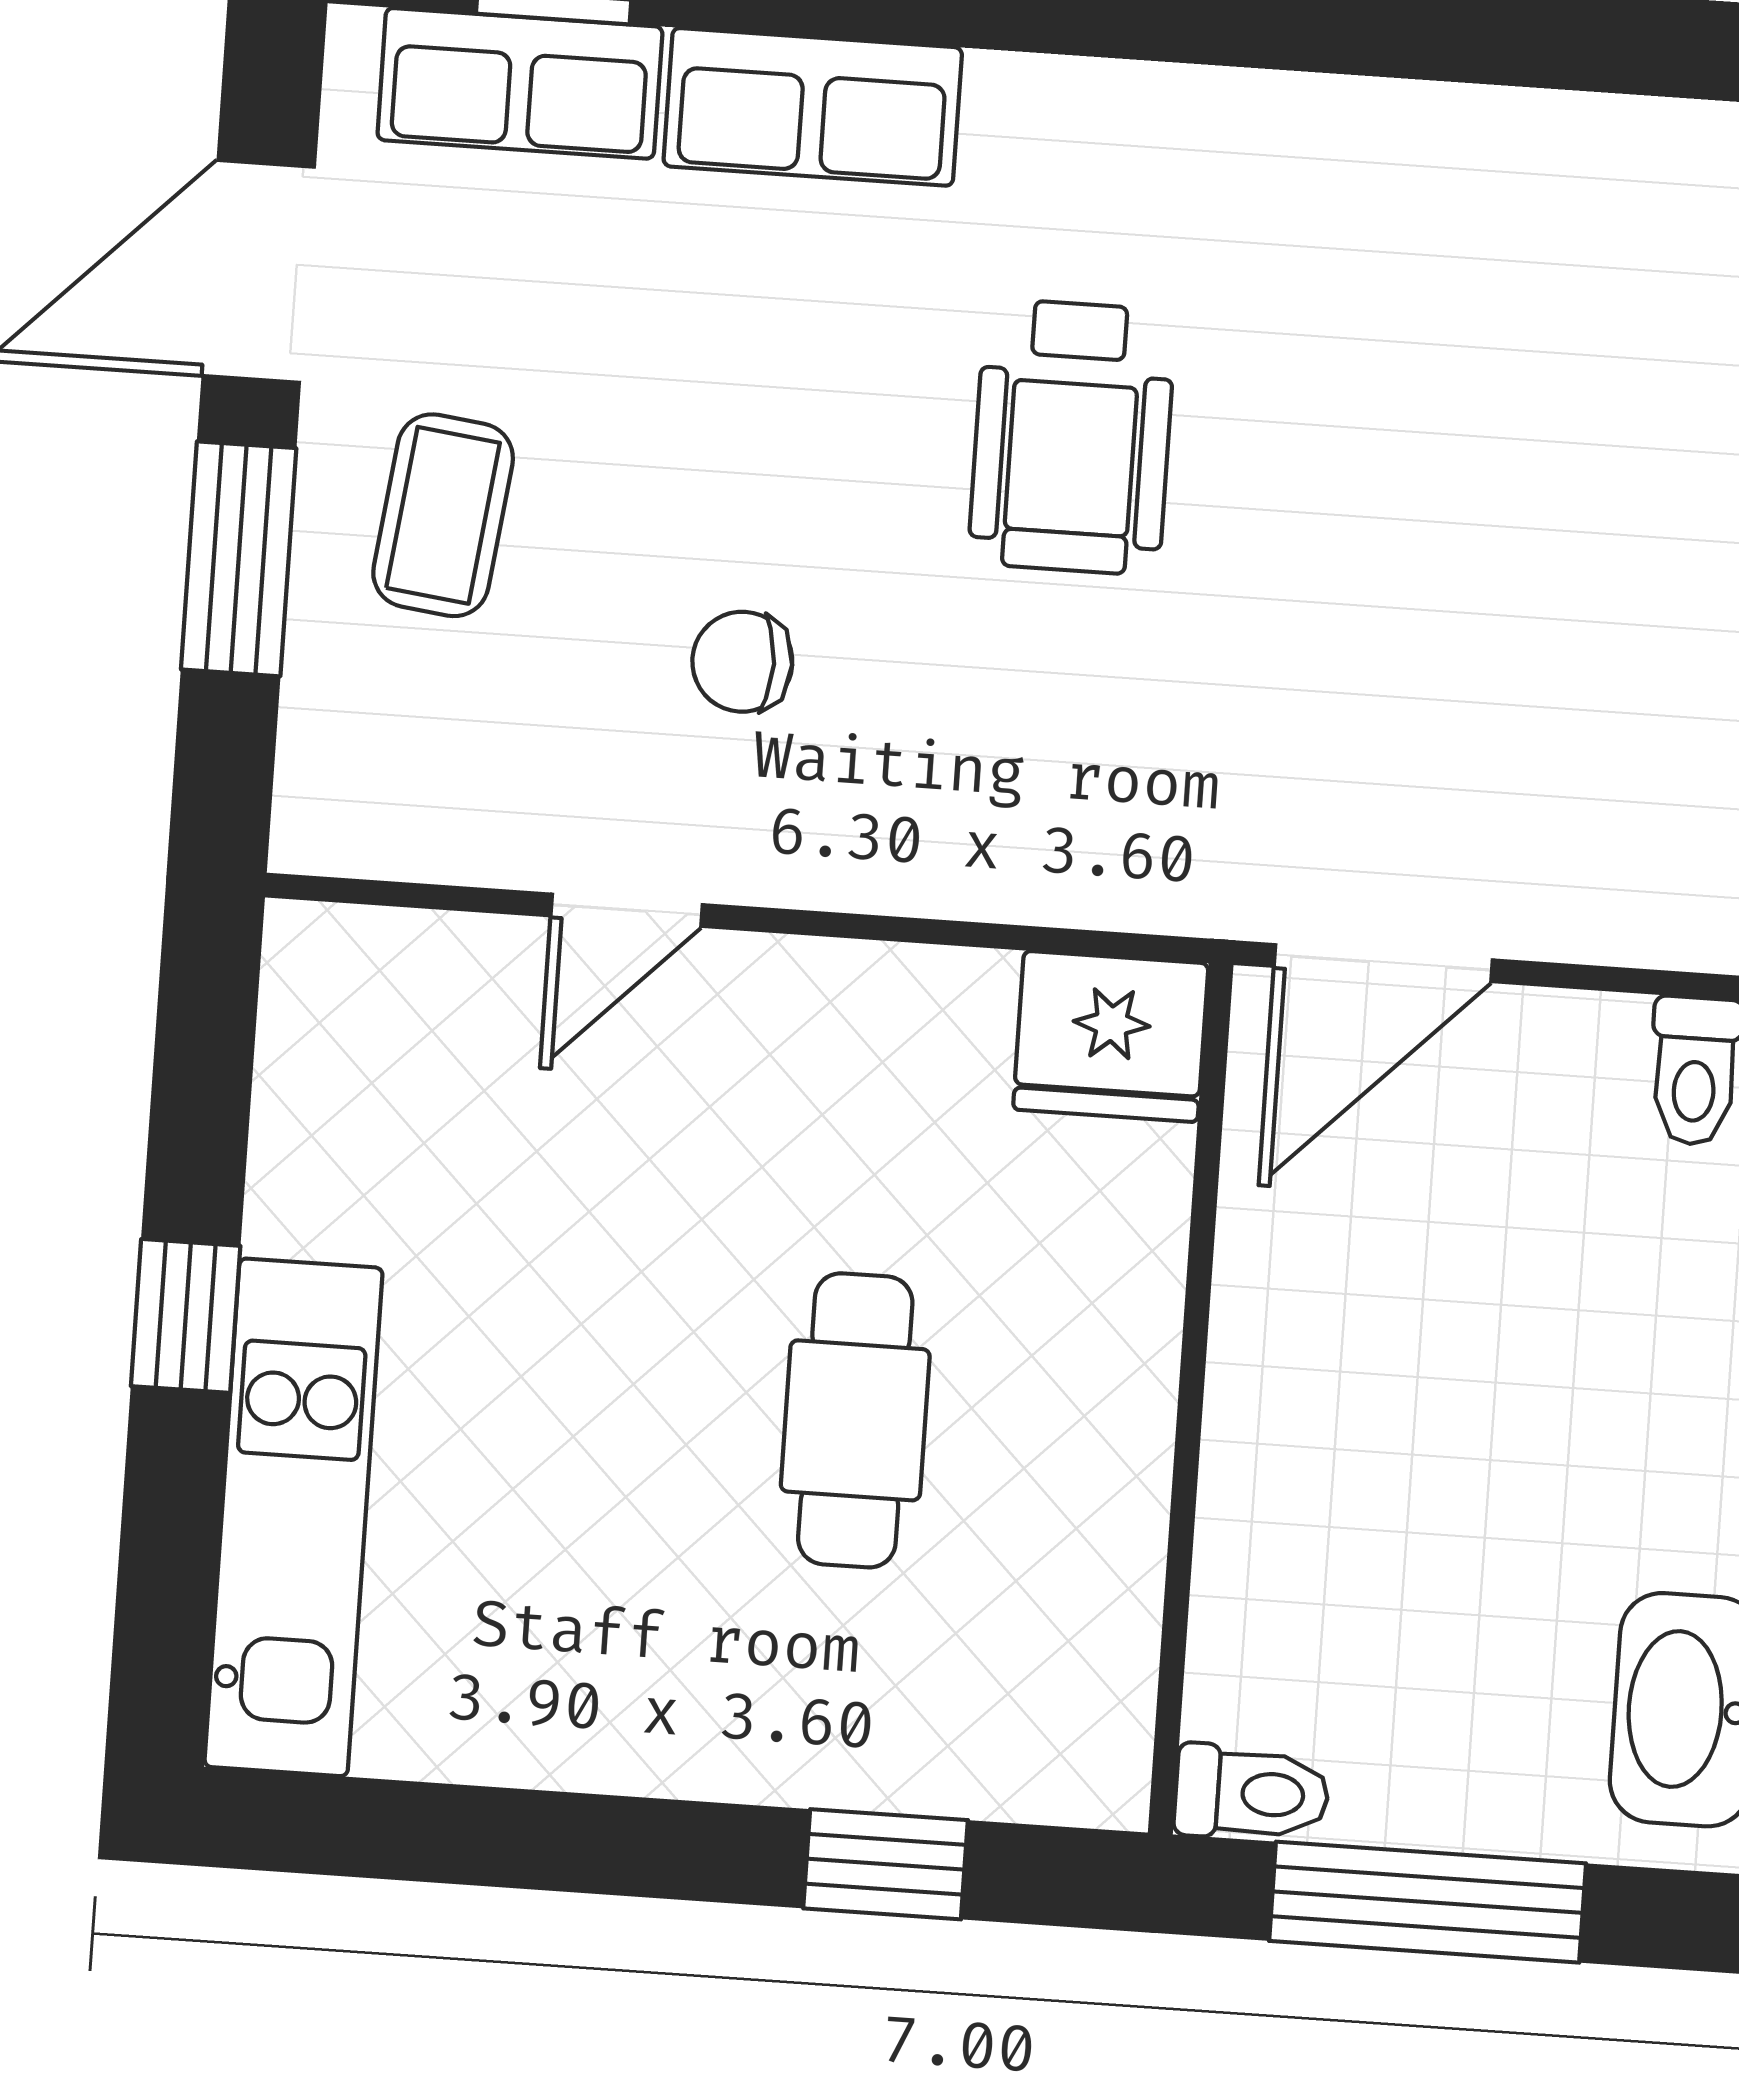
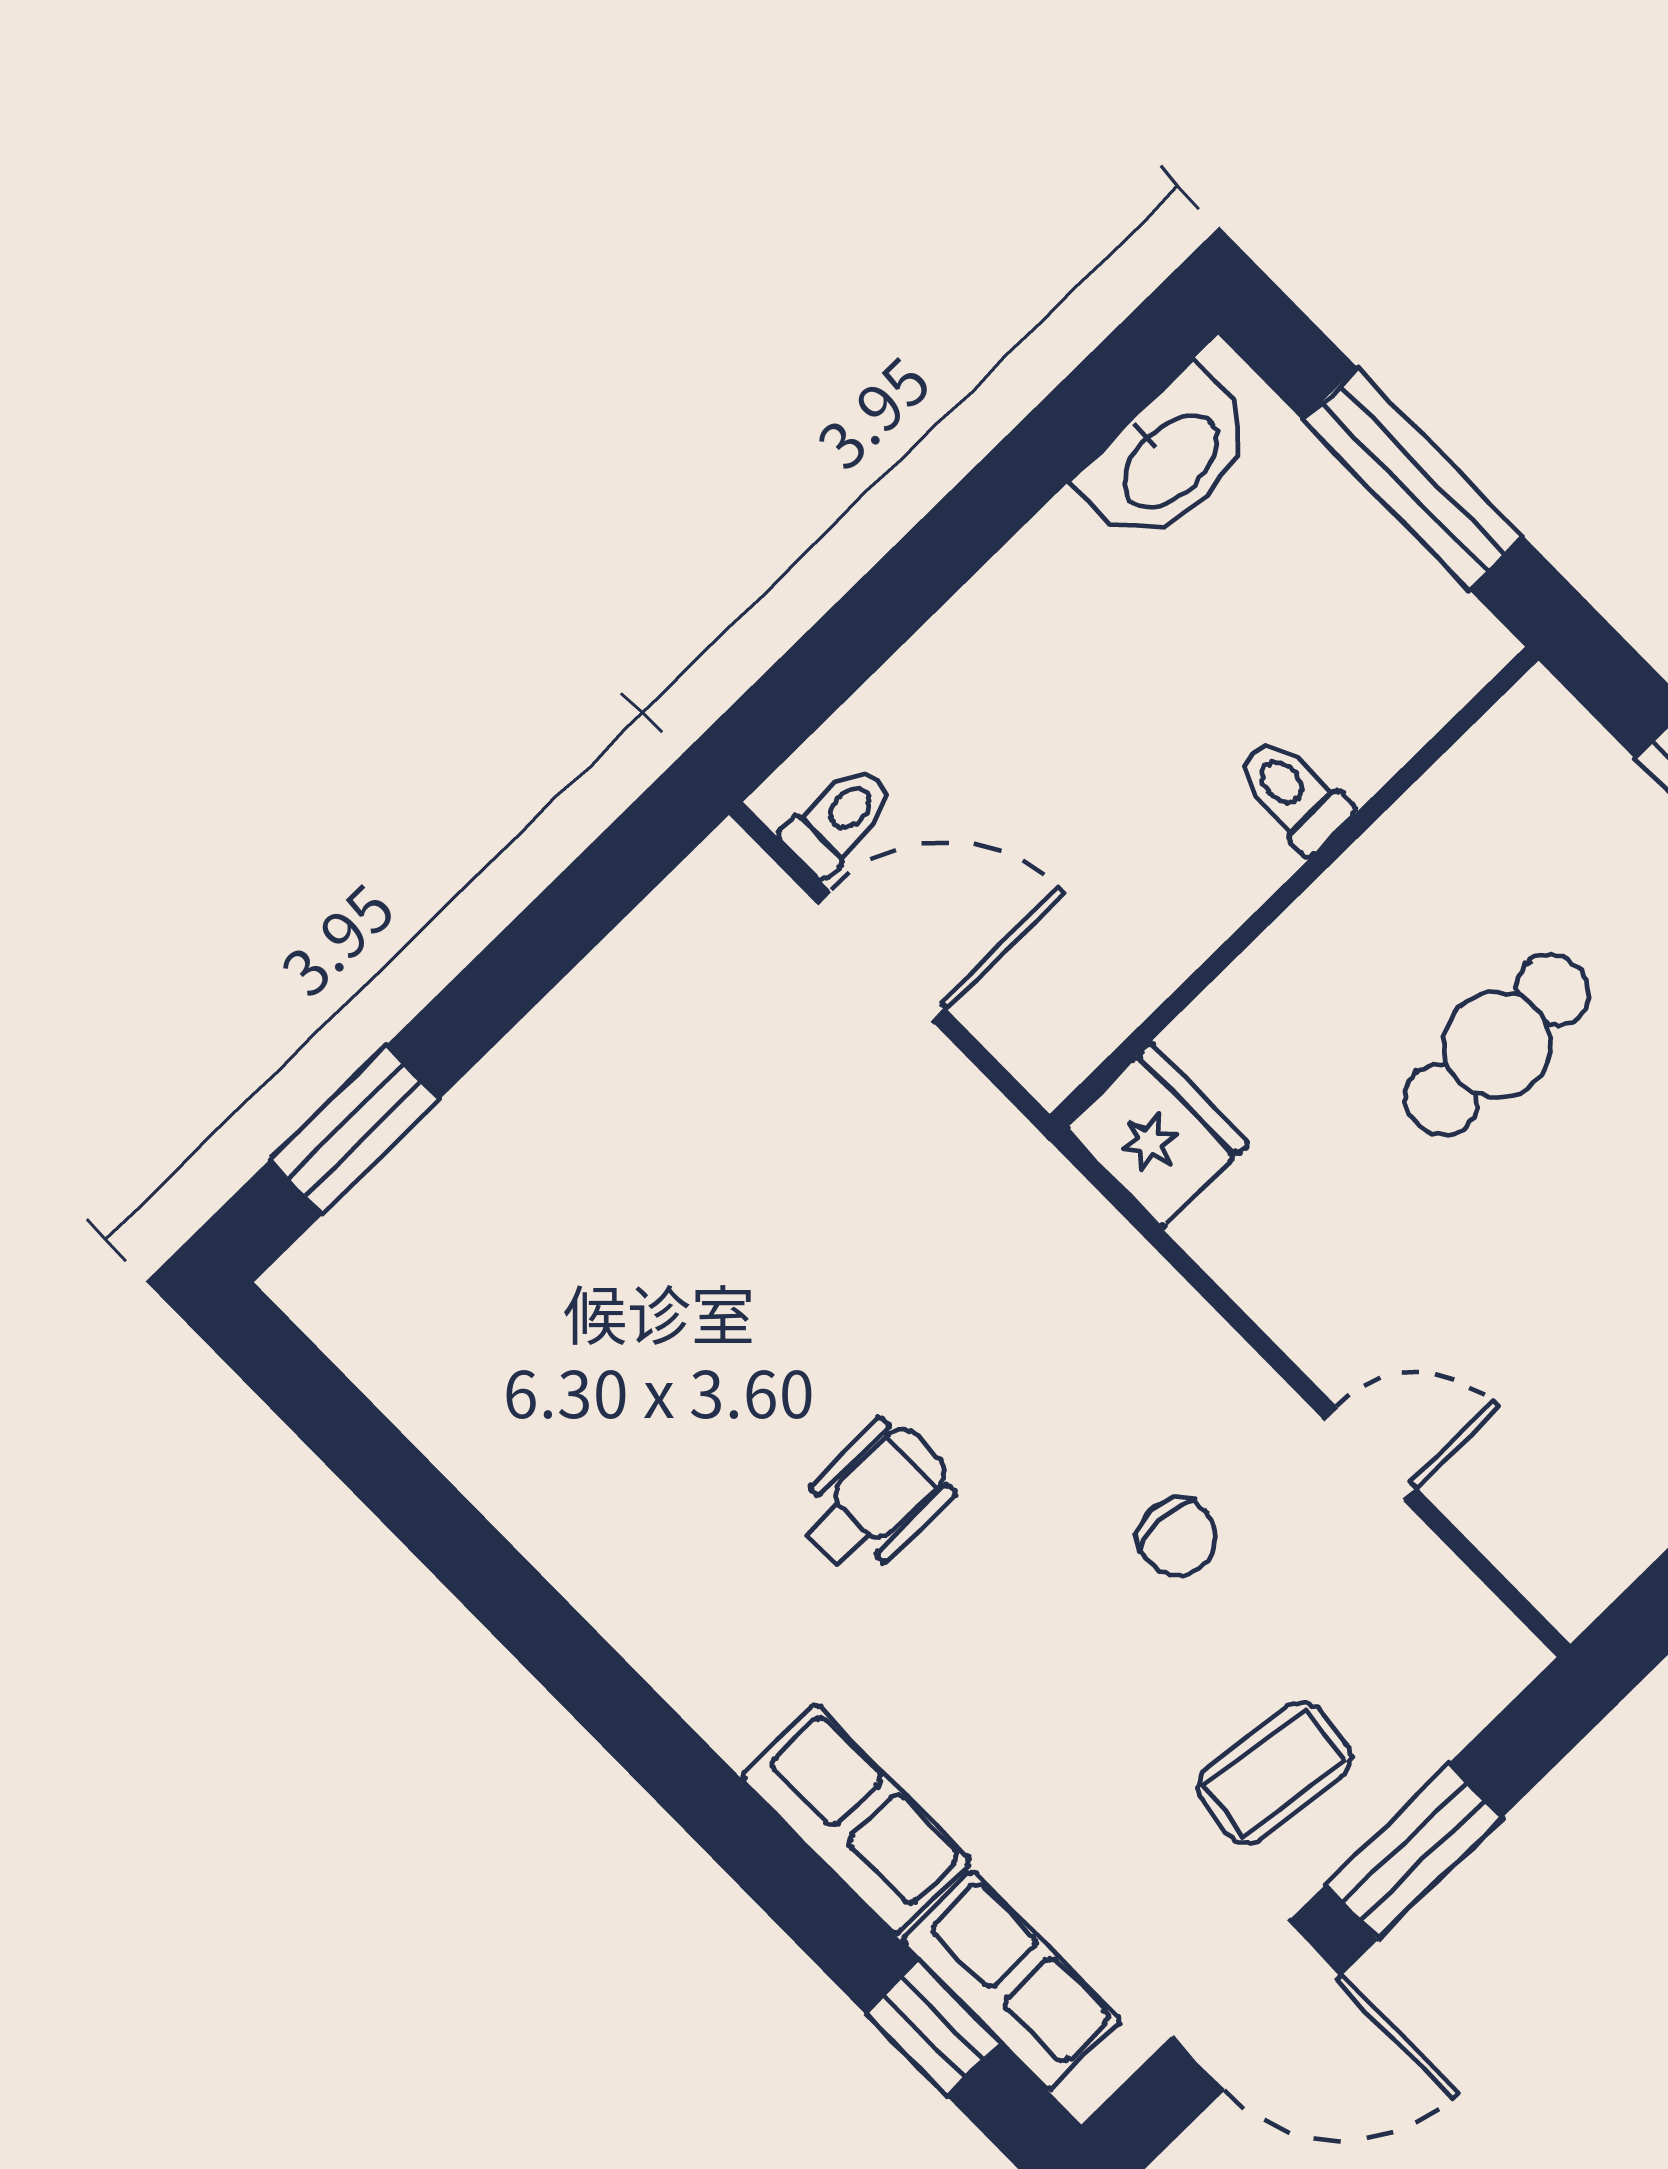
wheelchair: (1072, 437) -> (874, 1498), width x0.73, depth x0.73
door: (1383, 963) -> (881, 956), moved
toilet: (1252, 1793) -> (1293, 794), moved

